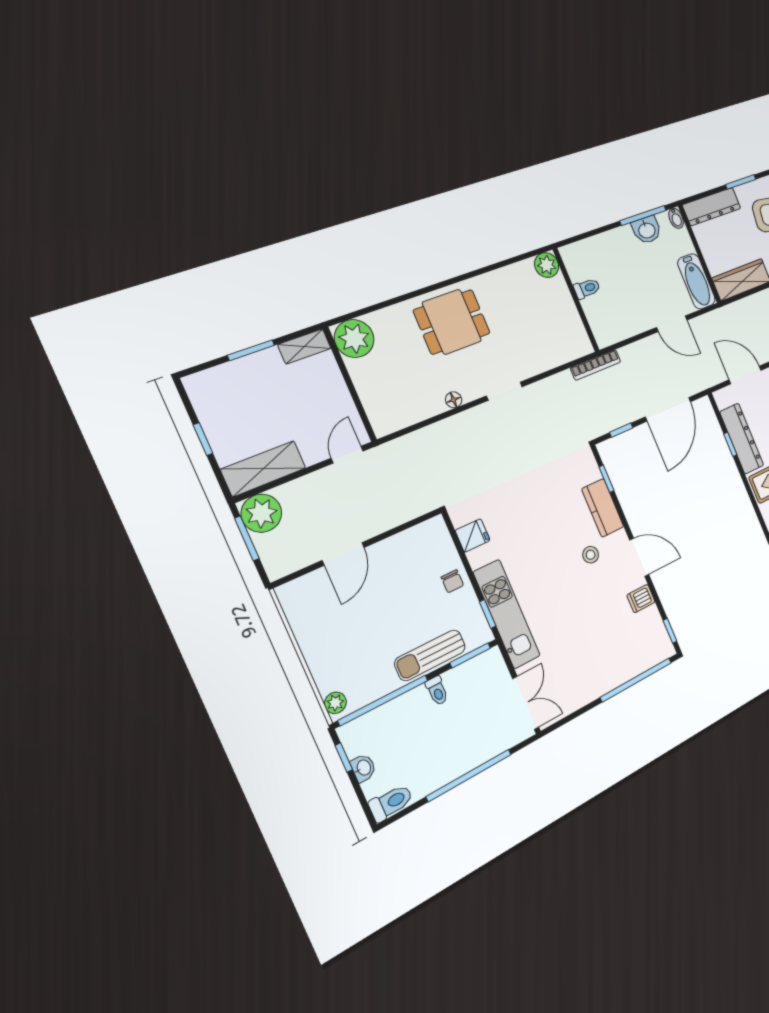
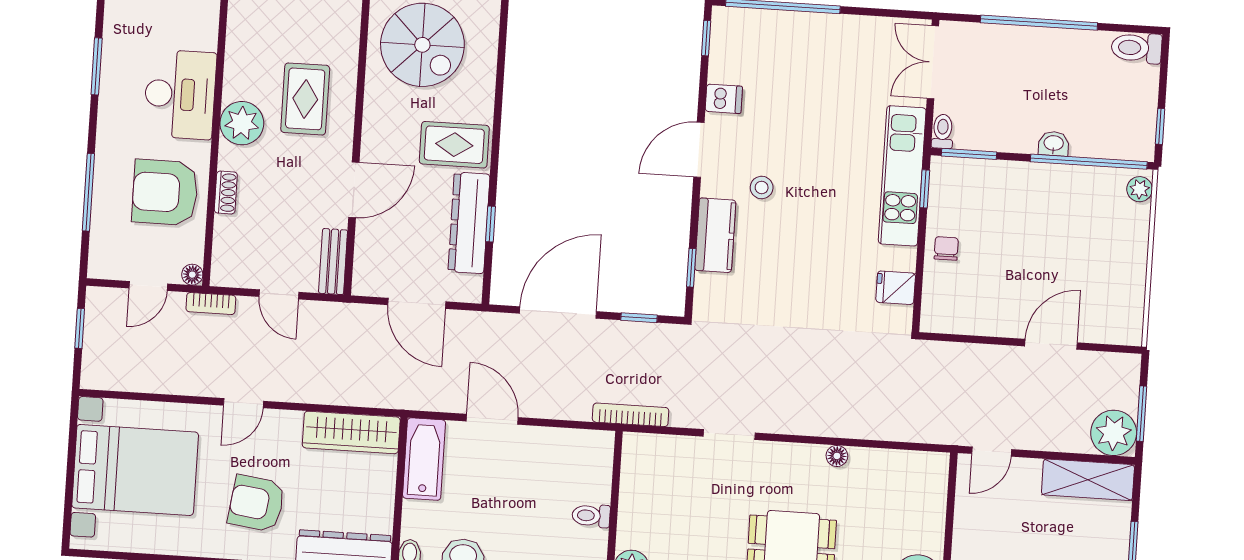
doorway: (504, 391) -> (729, 435), moved
door: (639, 557) -> (699, 150), hinge flipped
sun lounger: (430, 655) -> (1014, 180), removed
toilet: (437, 691) -> (943, 131), moved
washbasin: (363, 768) -> (1054, 144), moved, turned 90

